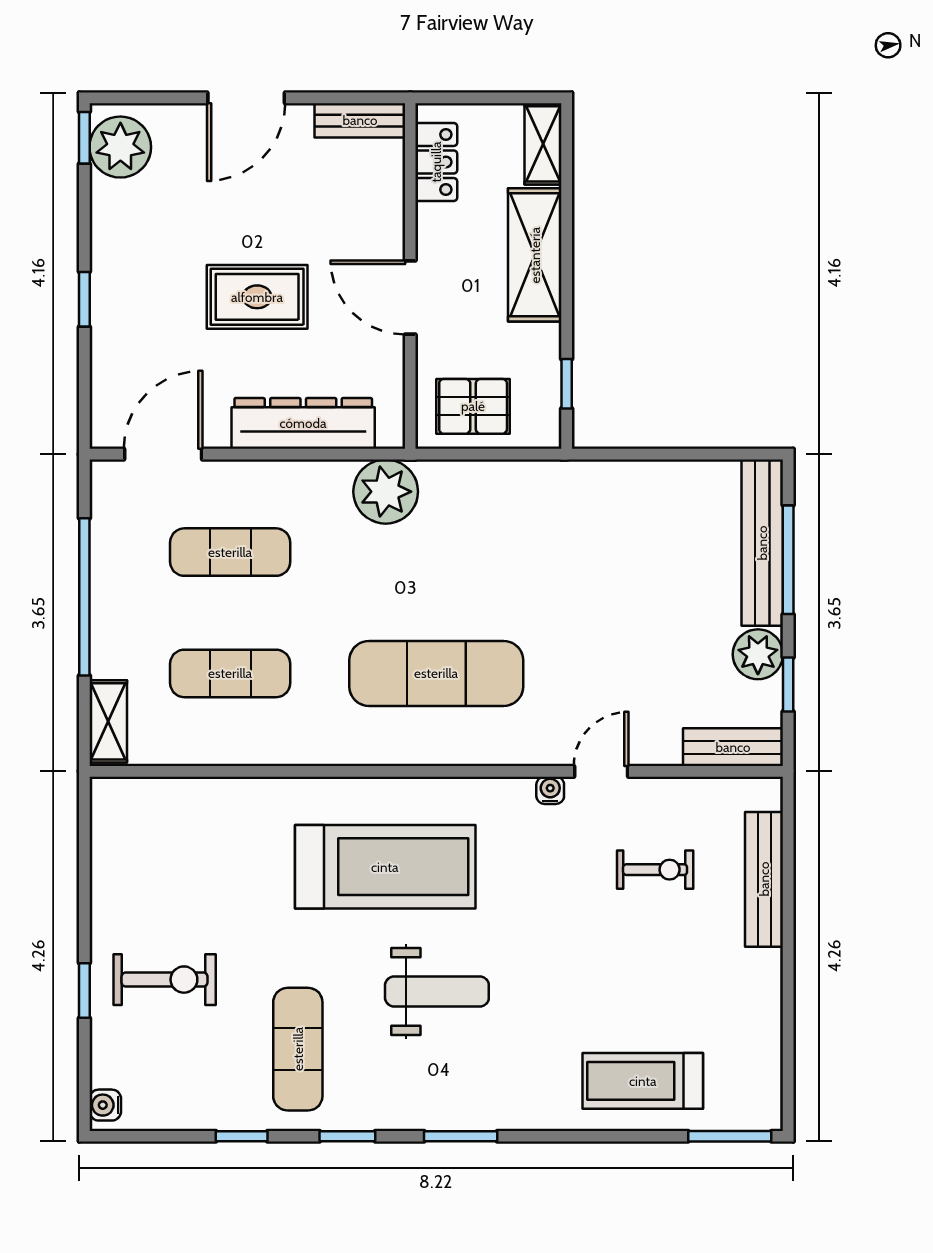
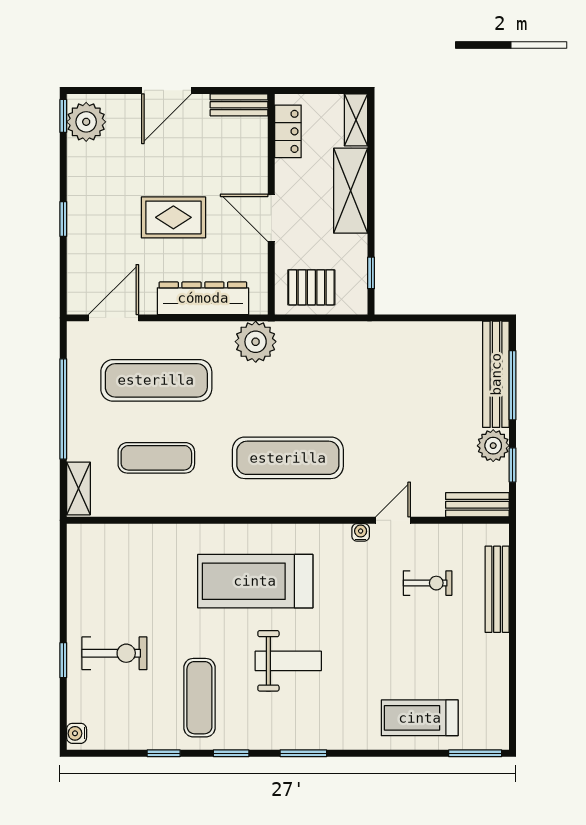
exercise mat: (230, 552) -> (156, 380), width x1.36, depth x1.45
treadmill: (385, 867) -> (255, 581), turned 180

